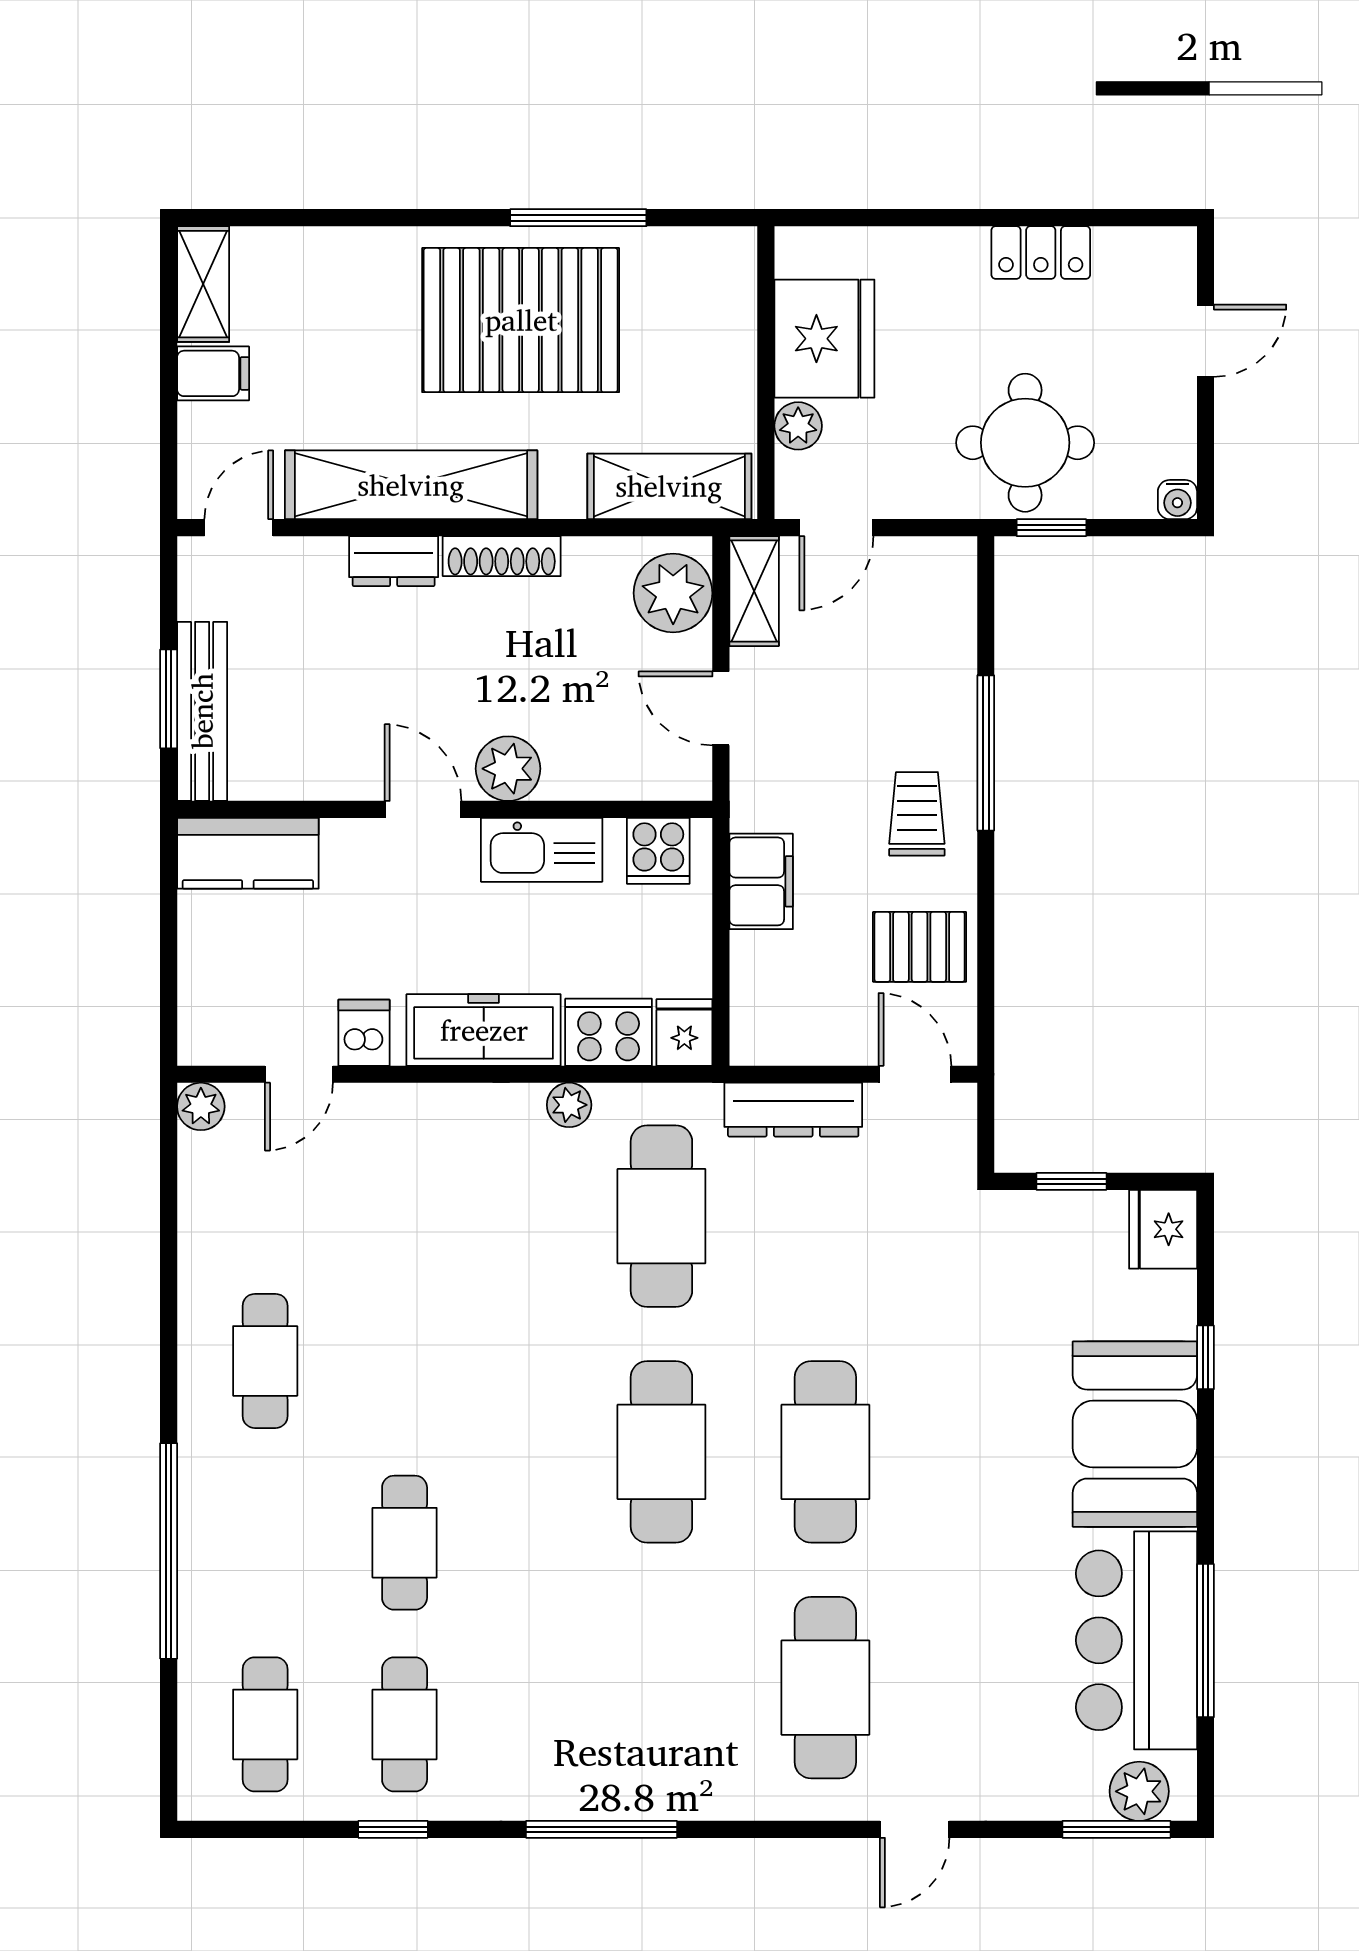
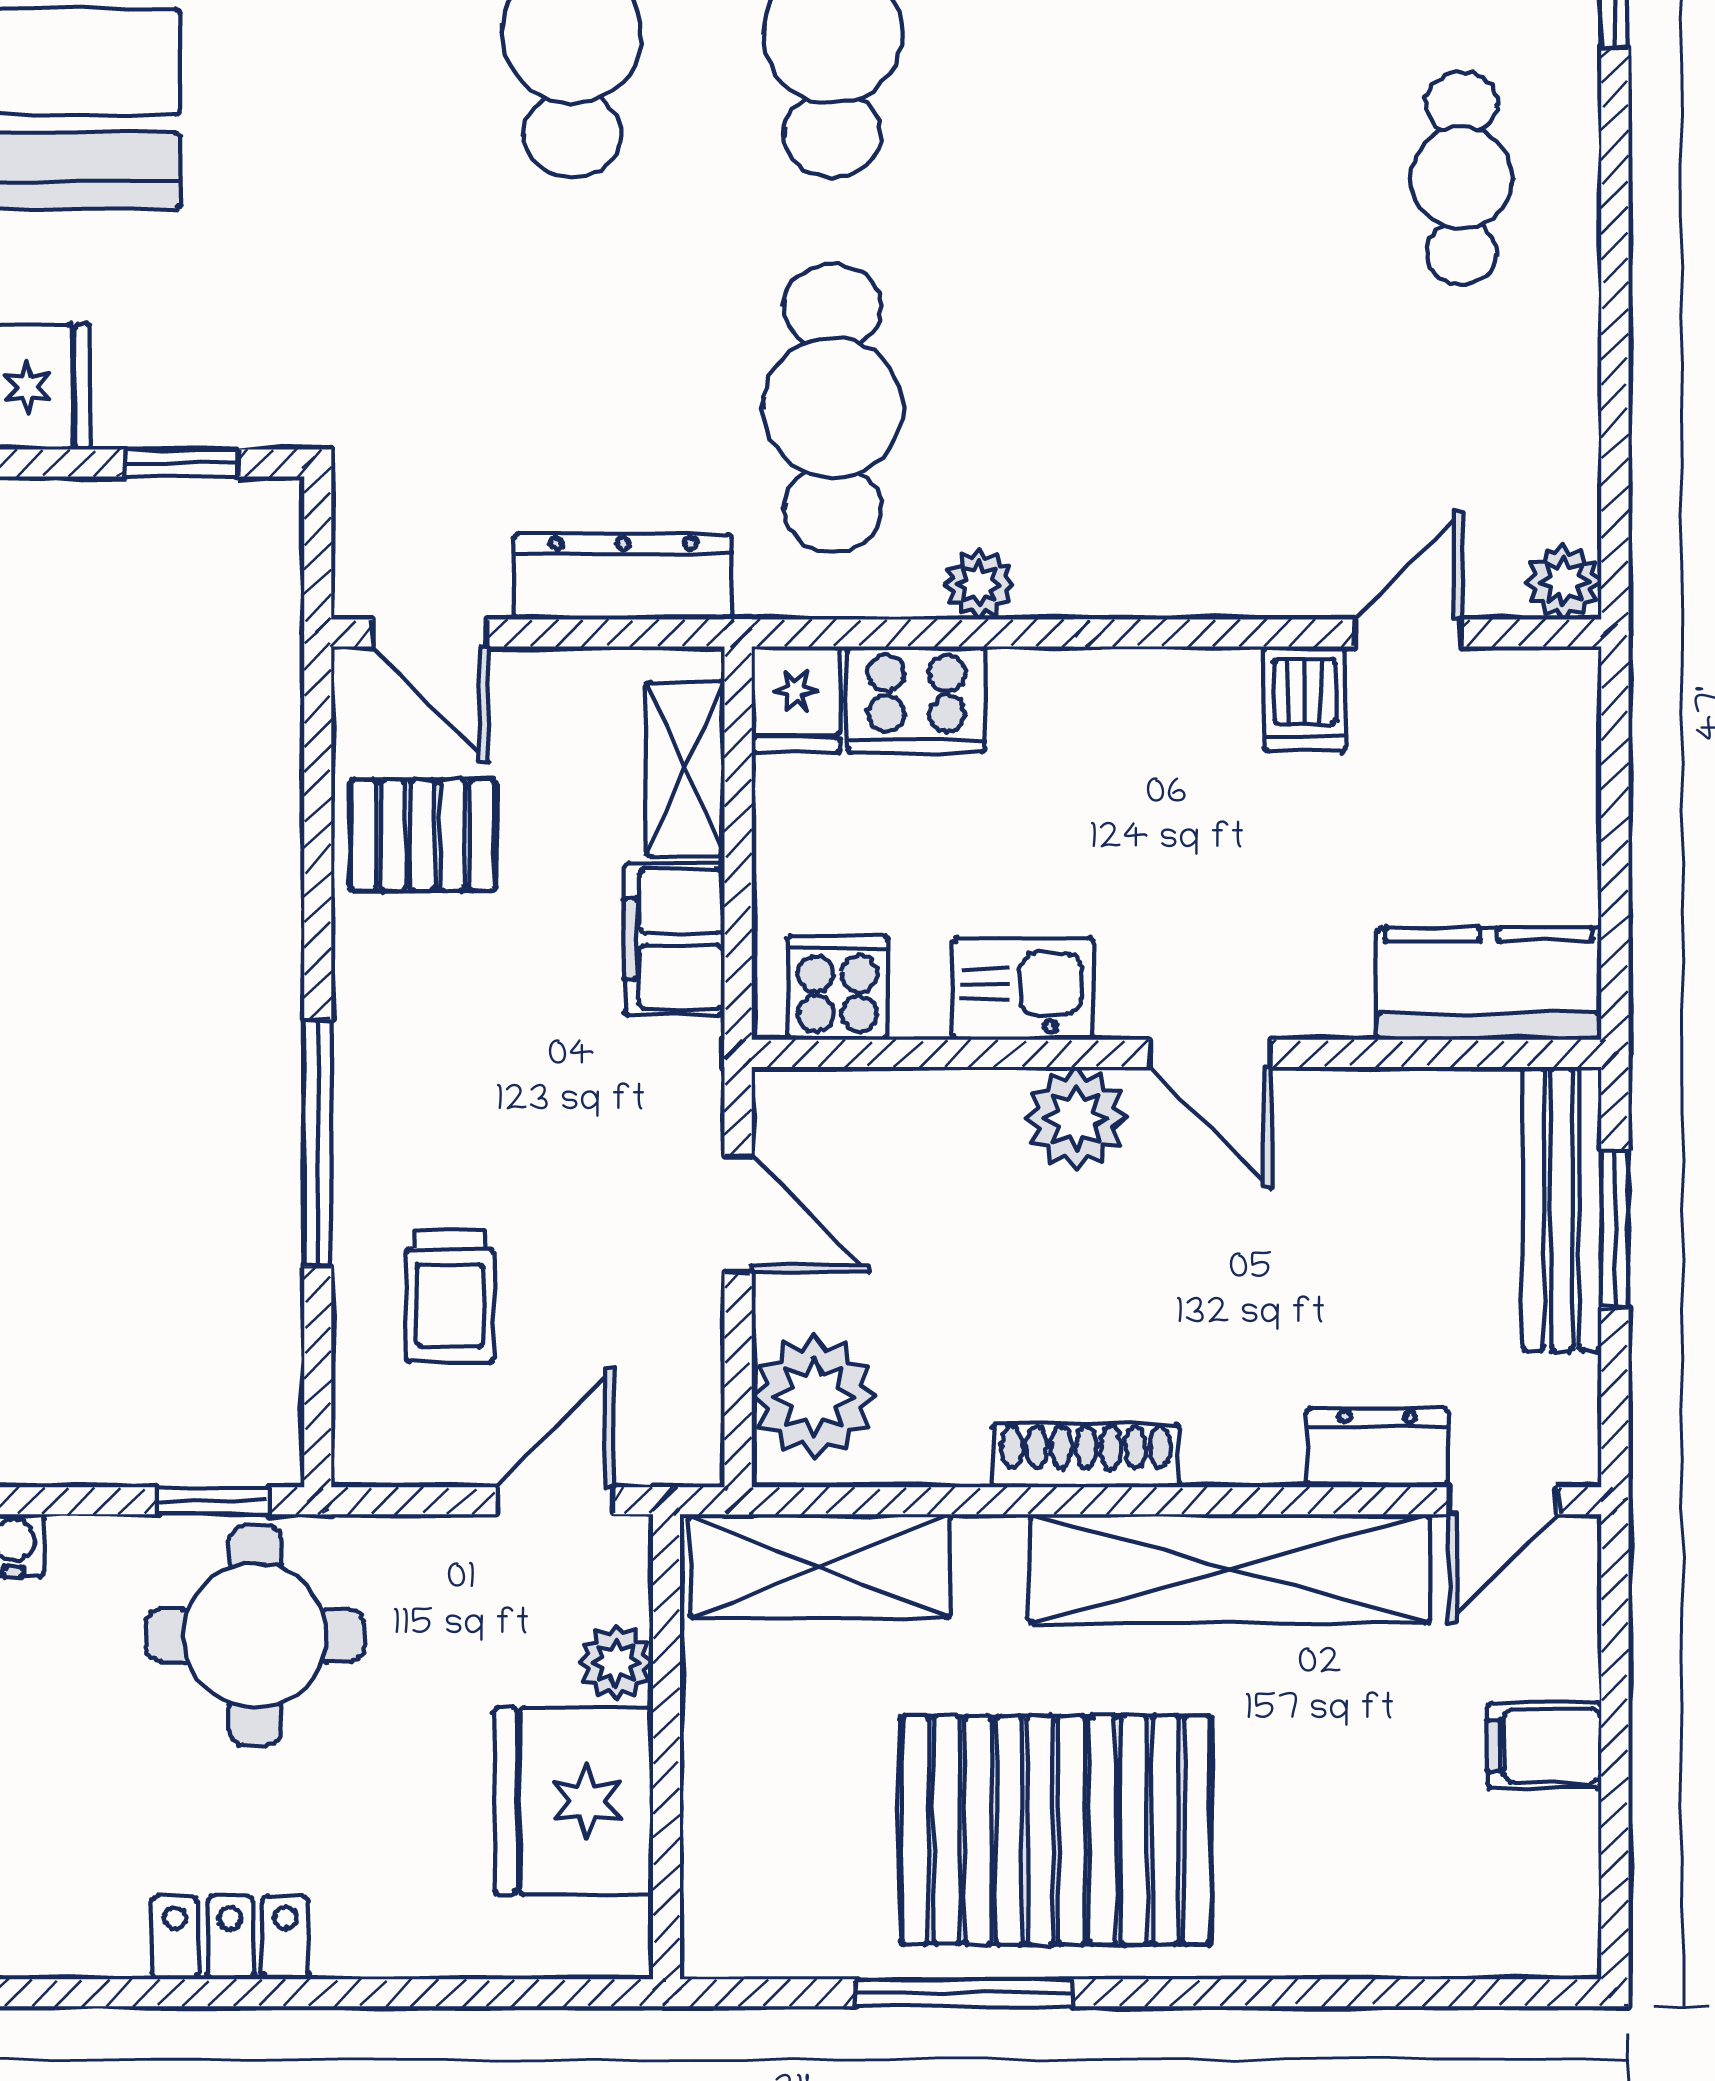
shelving: (203, 284) -> (1560, 1887), removed
dresser: (394, 561) -> (1377, 1448), moved
shelving: (754, 591) -> (685, 769), moved
trolley: (917, 814) -> (450, 1296), moved
kitchen sink: (542, 850) -> (1023, 989), width x0.73
freezer: (484, 1030) -> (1115, 703), removed

